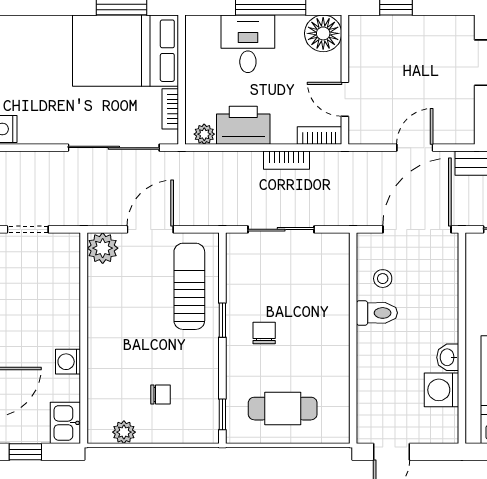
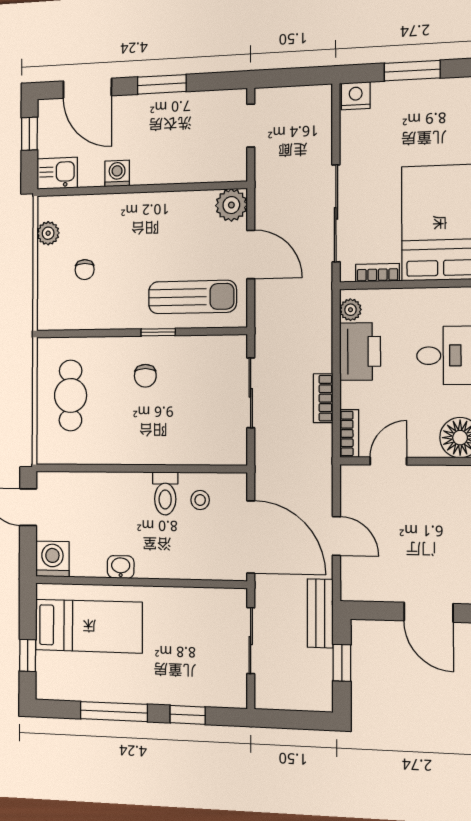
chair: (264, 333) -> (145, 376), turned 90
washing machine: (442, 390) -> (52, 559), moved
window: (222, 414) -> (65, 334), removed

